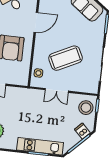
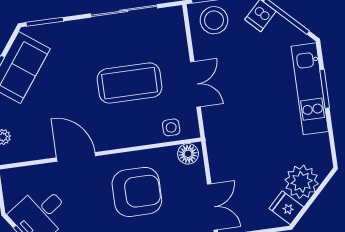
coffee table: (66, 58) -> (130, 83), turned -64
floor lamp: (23, 78) -> (188, 154), added

